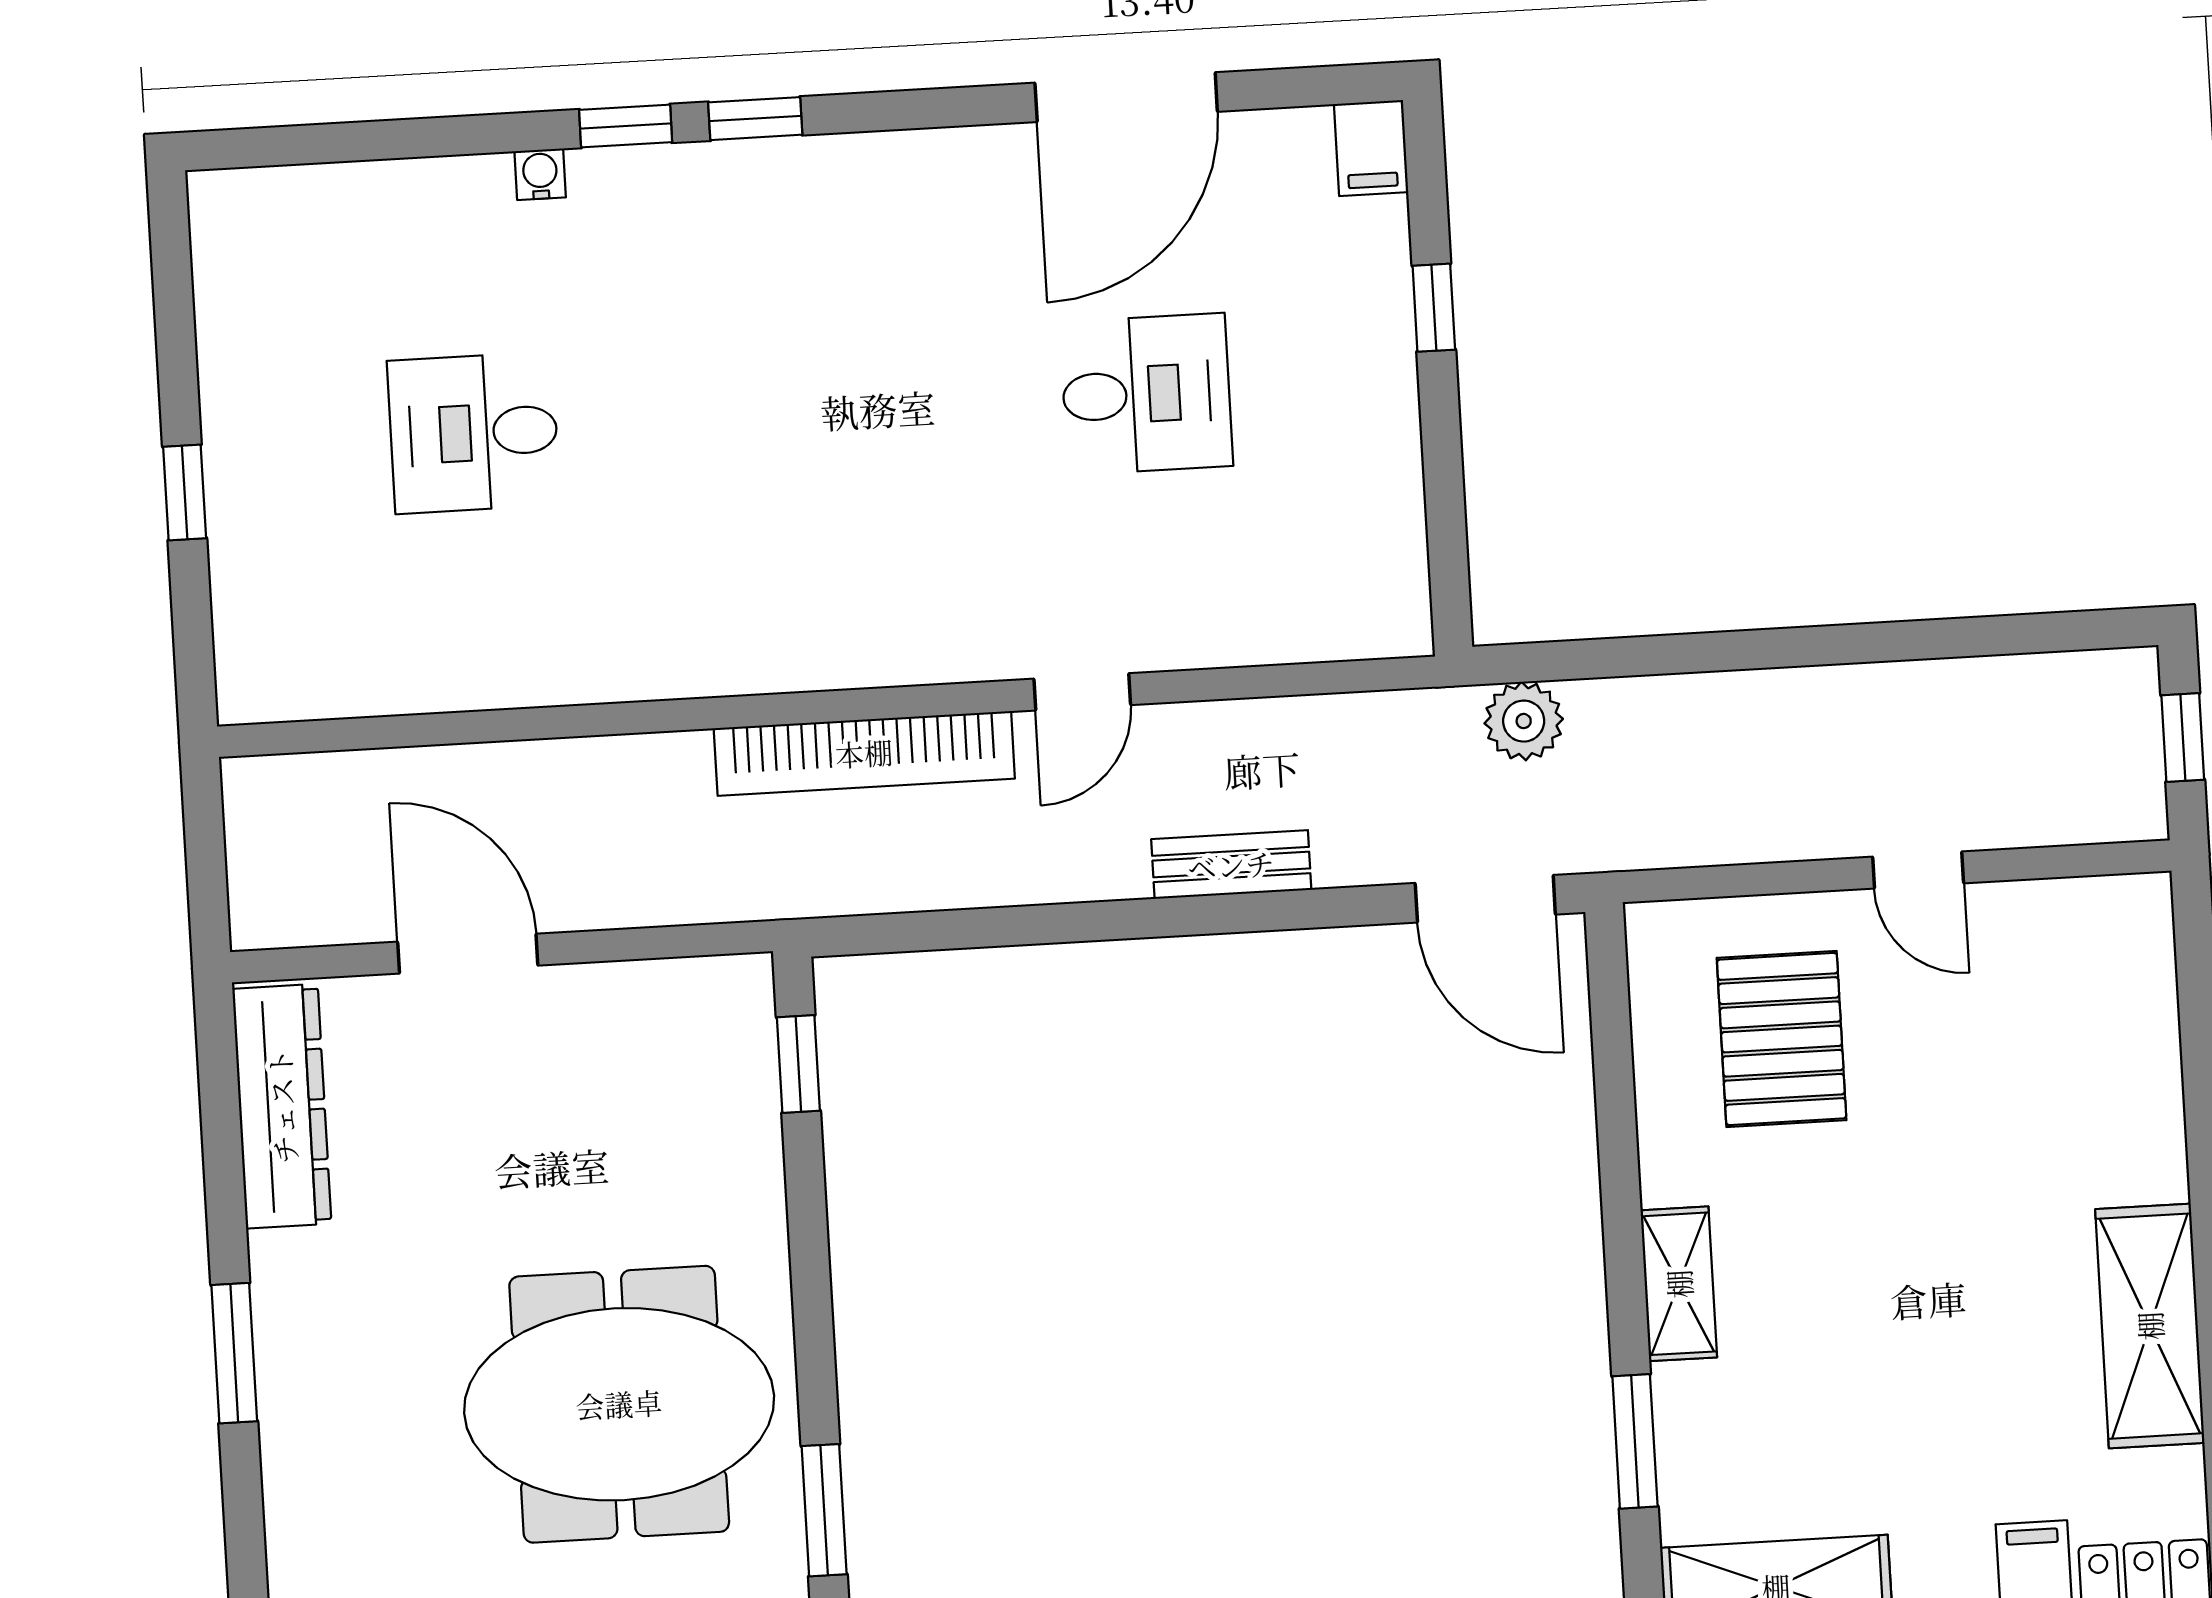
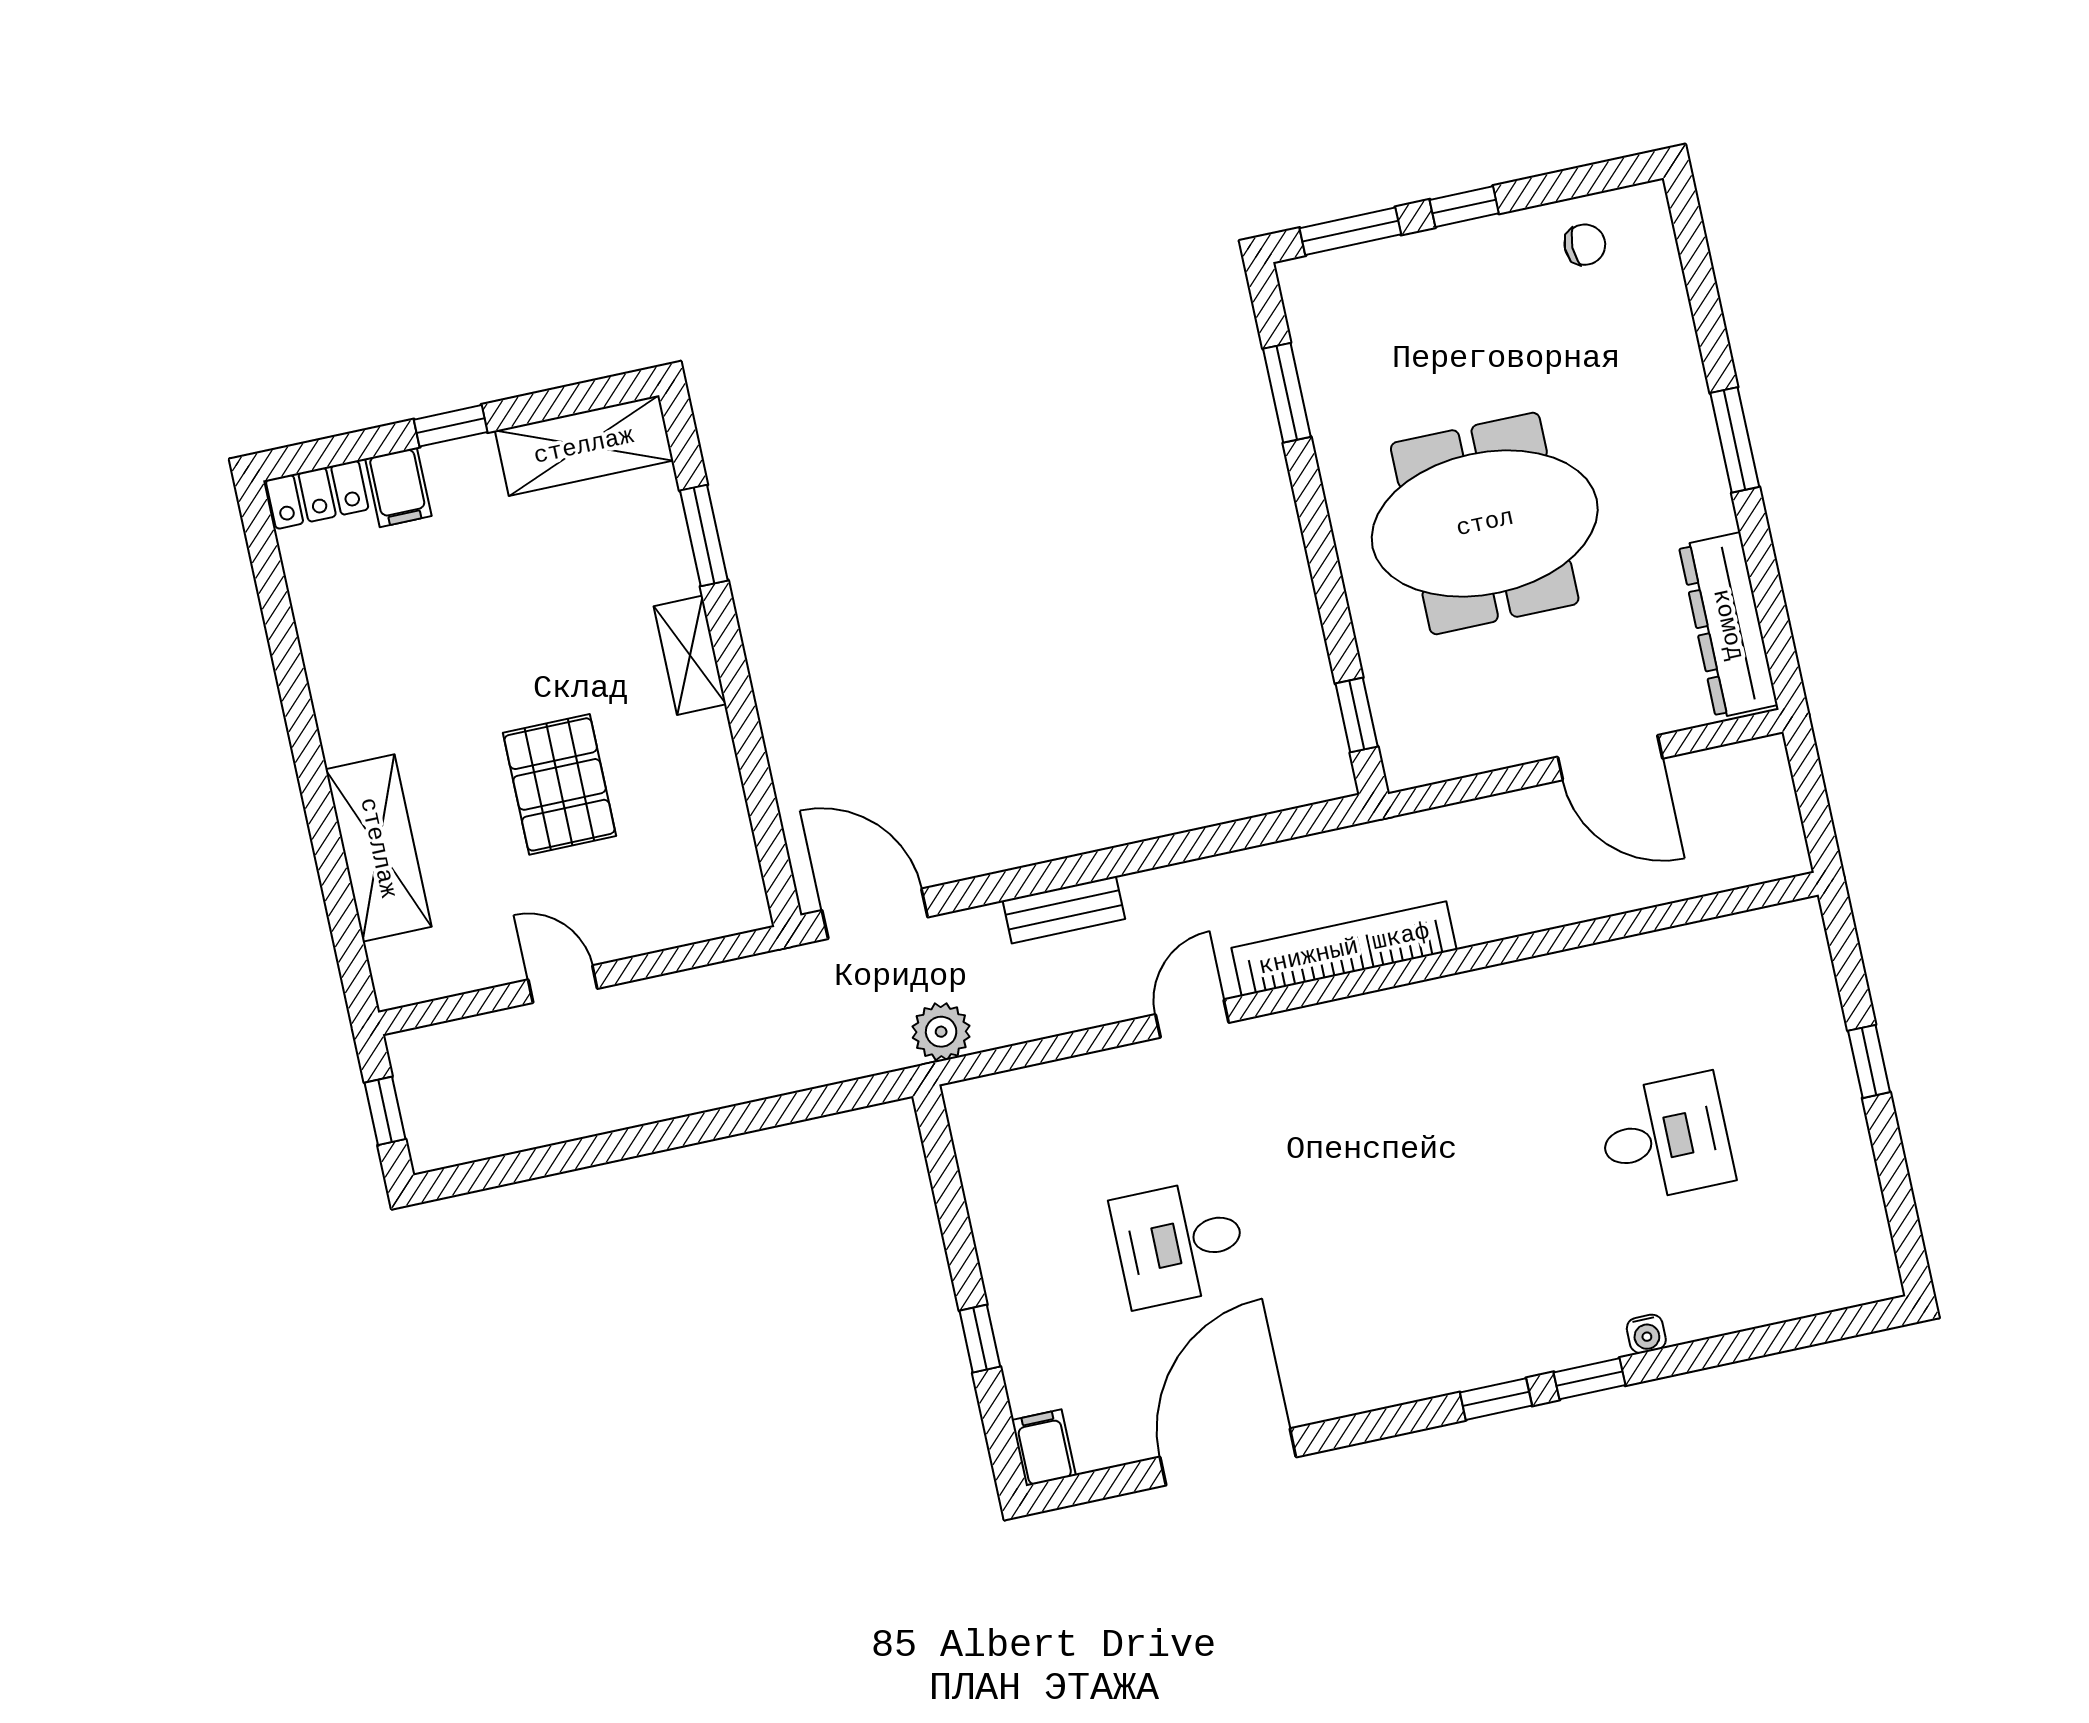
plant: (1524, 721) -> (941, 1032), moved
pallet: (1782, 1039) -> (560, 784), moved
shelving: (2150, 1326) -> (378, 848), moved
meeting table: (619, 1404) -> (1485, 523), moved

